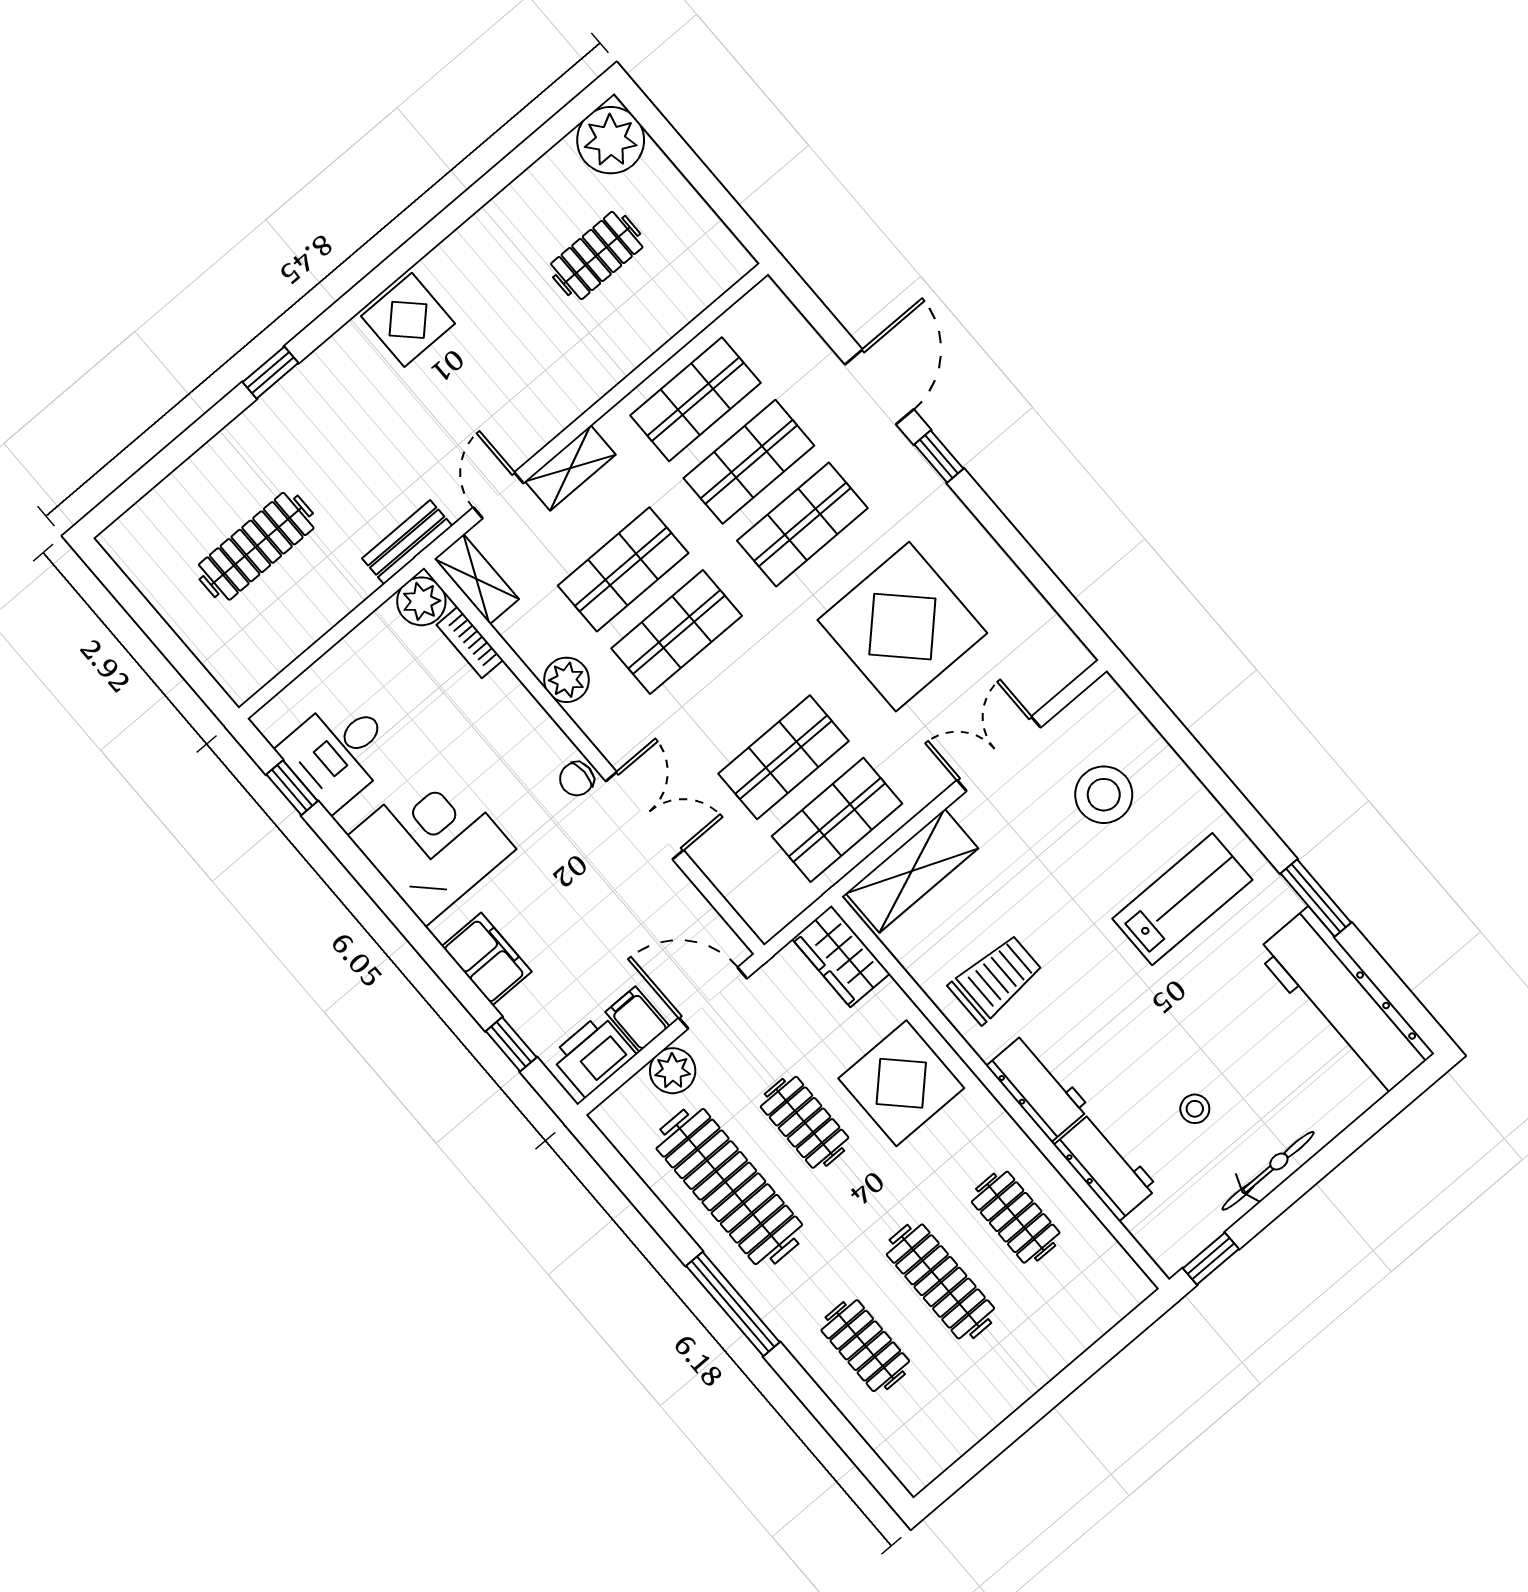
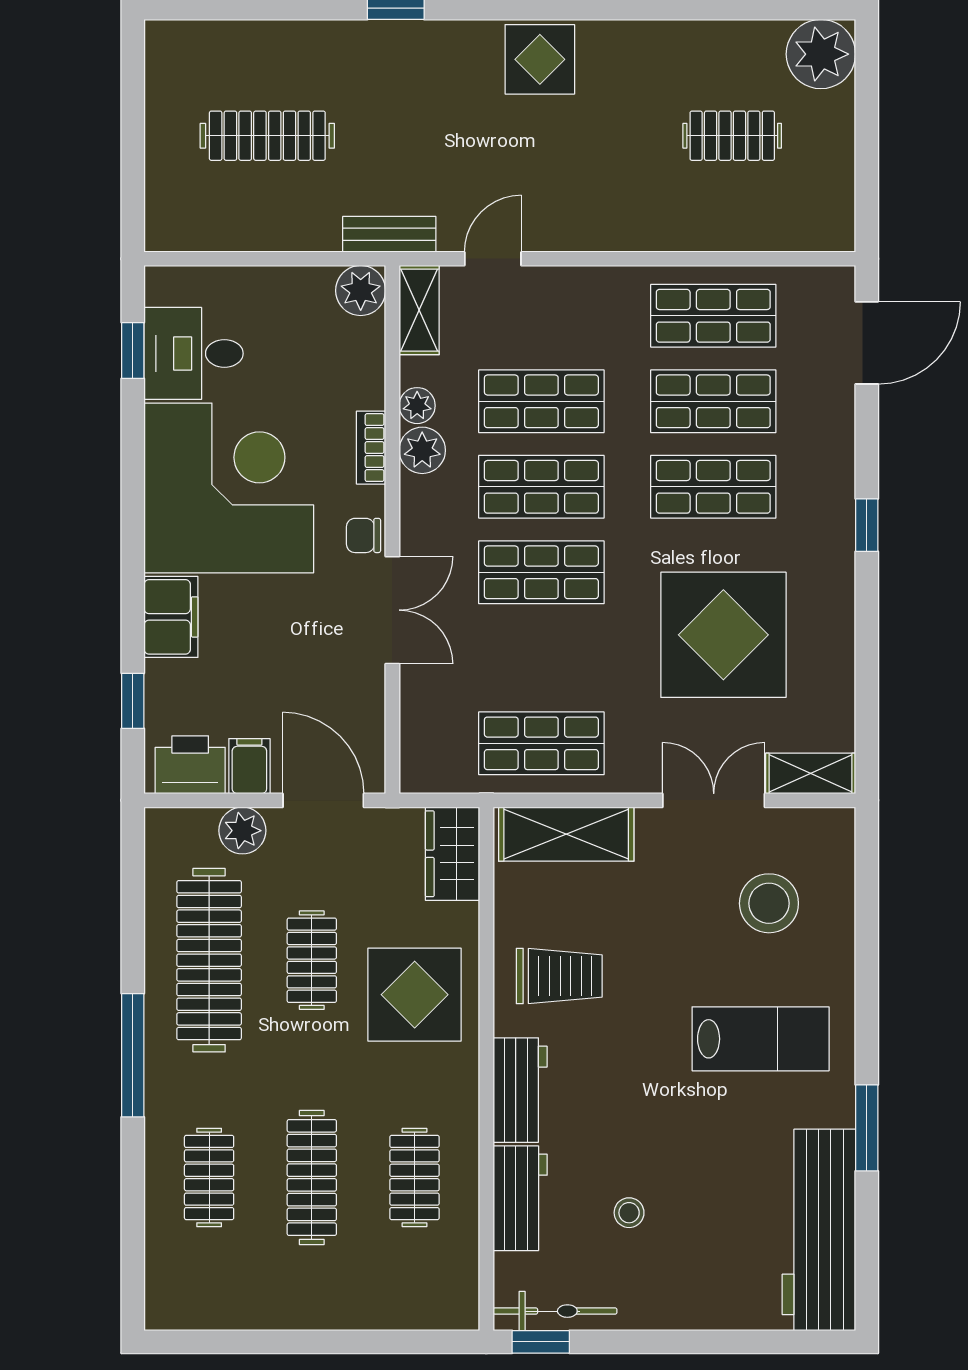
door: (879, 387) -> (867, 343), moved
shelving: (570, 468) -> (811, 773), moved
bookcase: (470, 642) -> (371, 448), moved
plant: (535, 650) -> (417, 406), added
shop shelf: (784, 757) -> (541, 572), moved
corner desk: (432, 842) -> (229, 488), width x1.36, depth x1.36
bicycle: (1268, 1171) -> (555, 1311), moved

